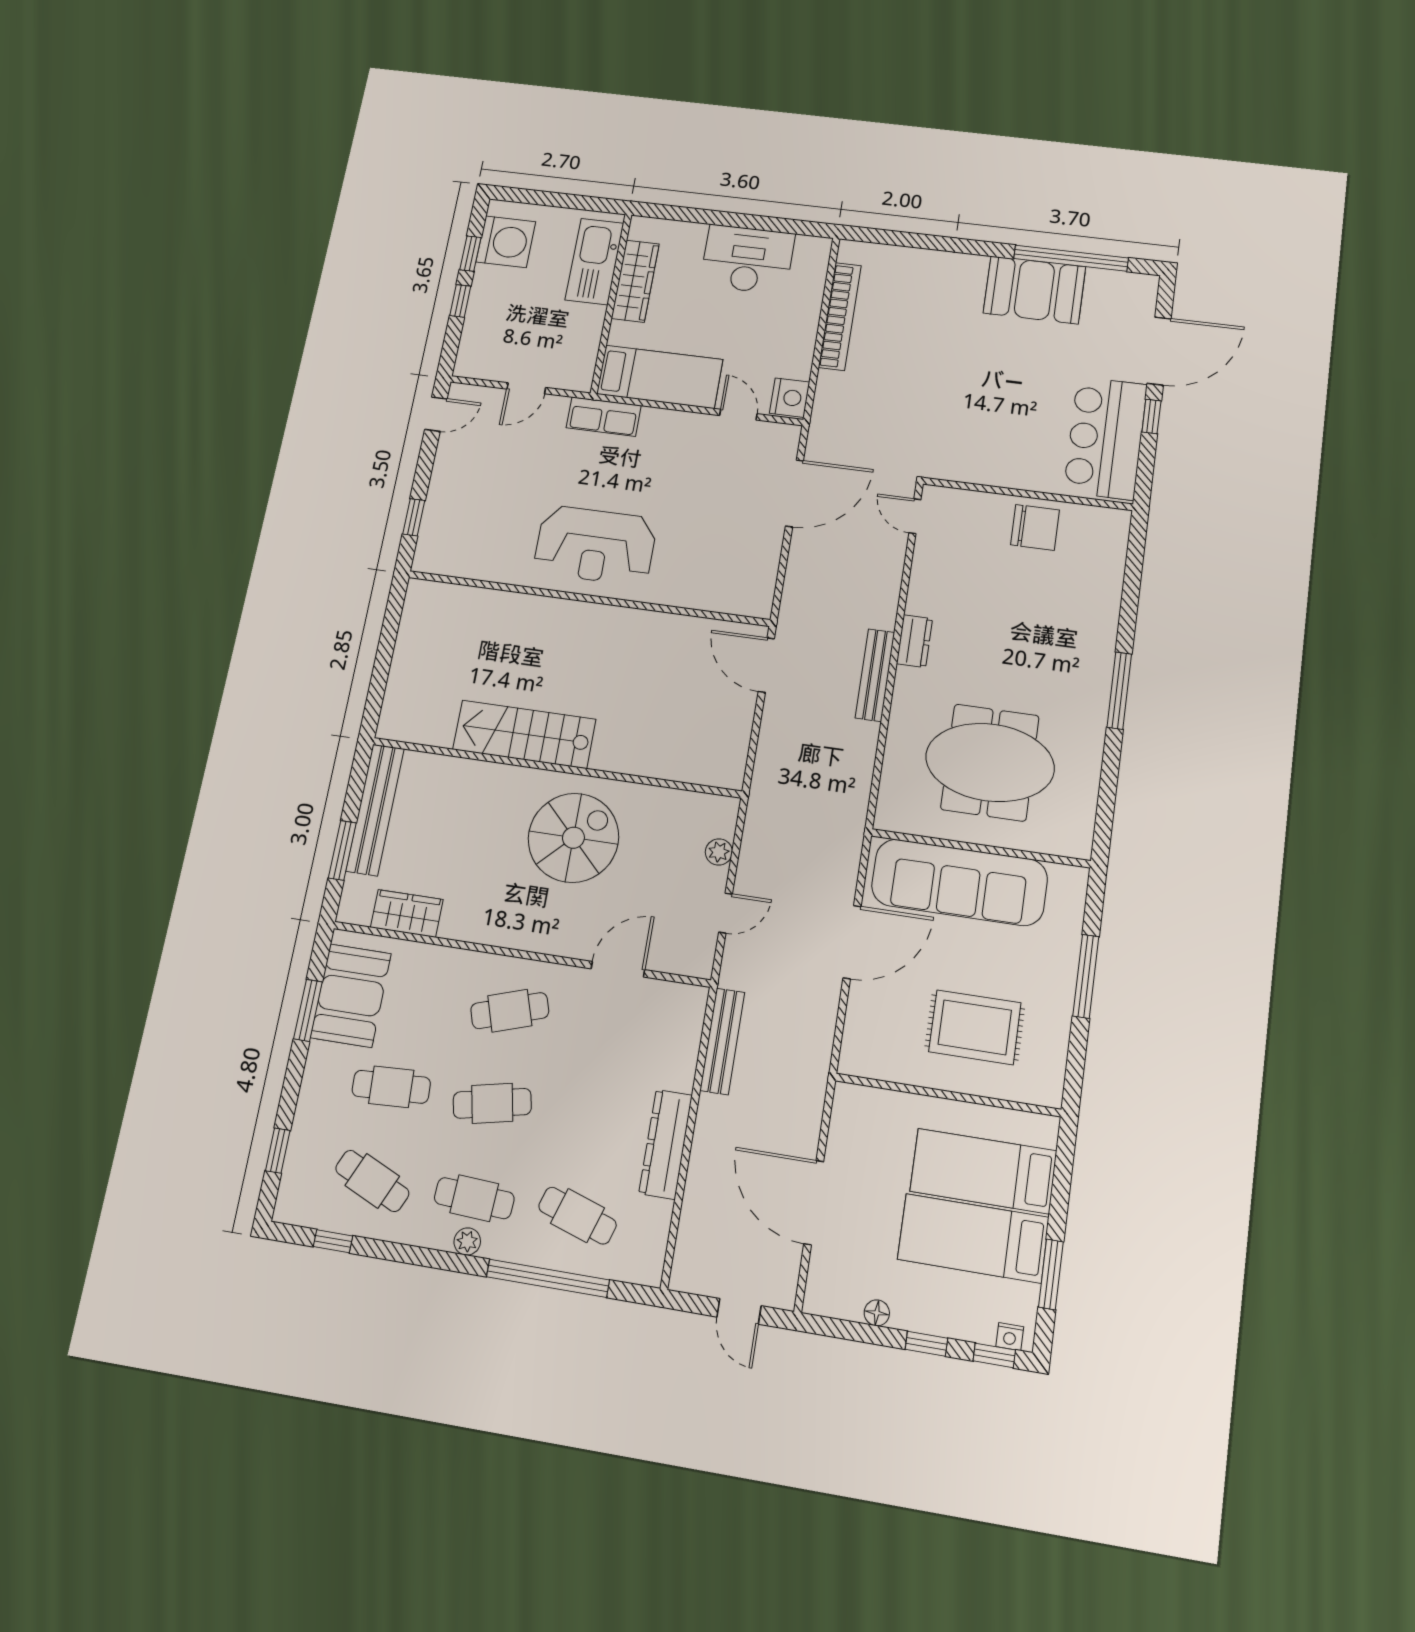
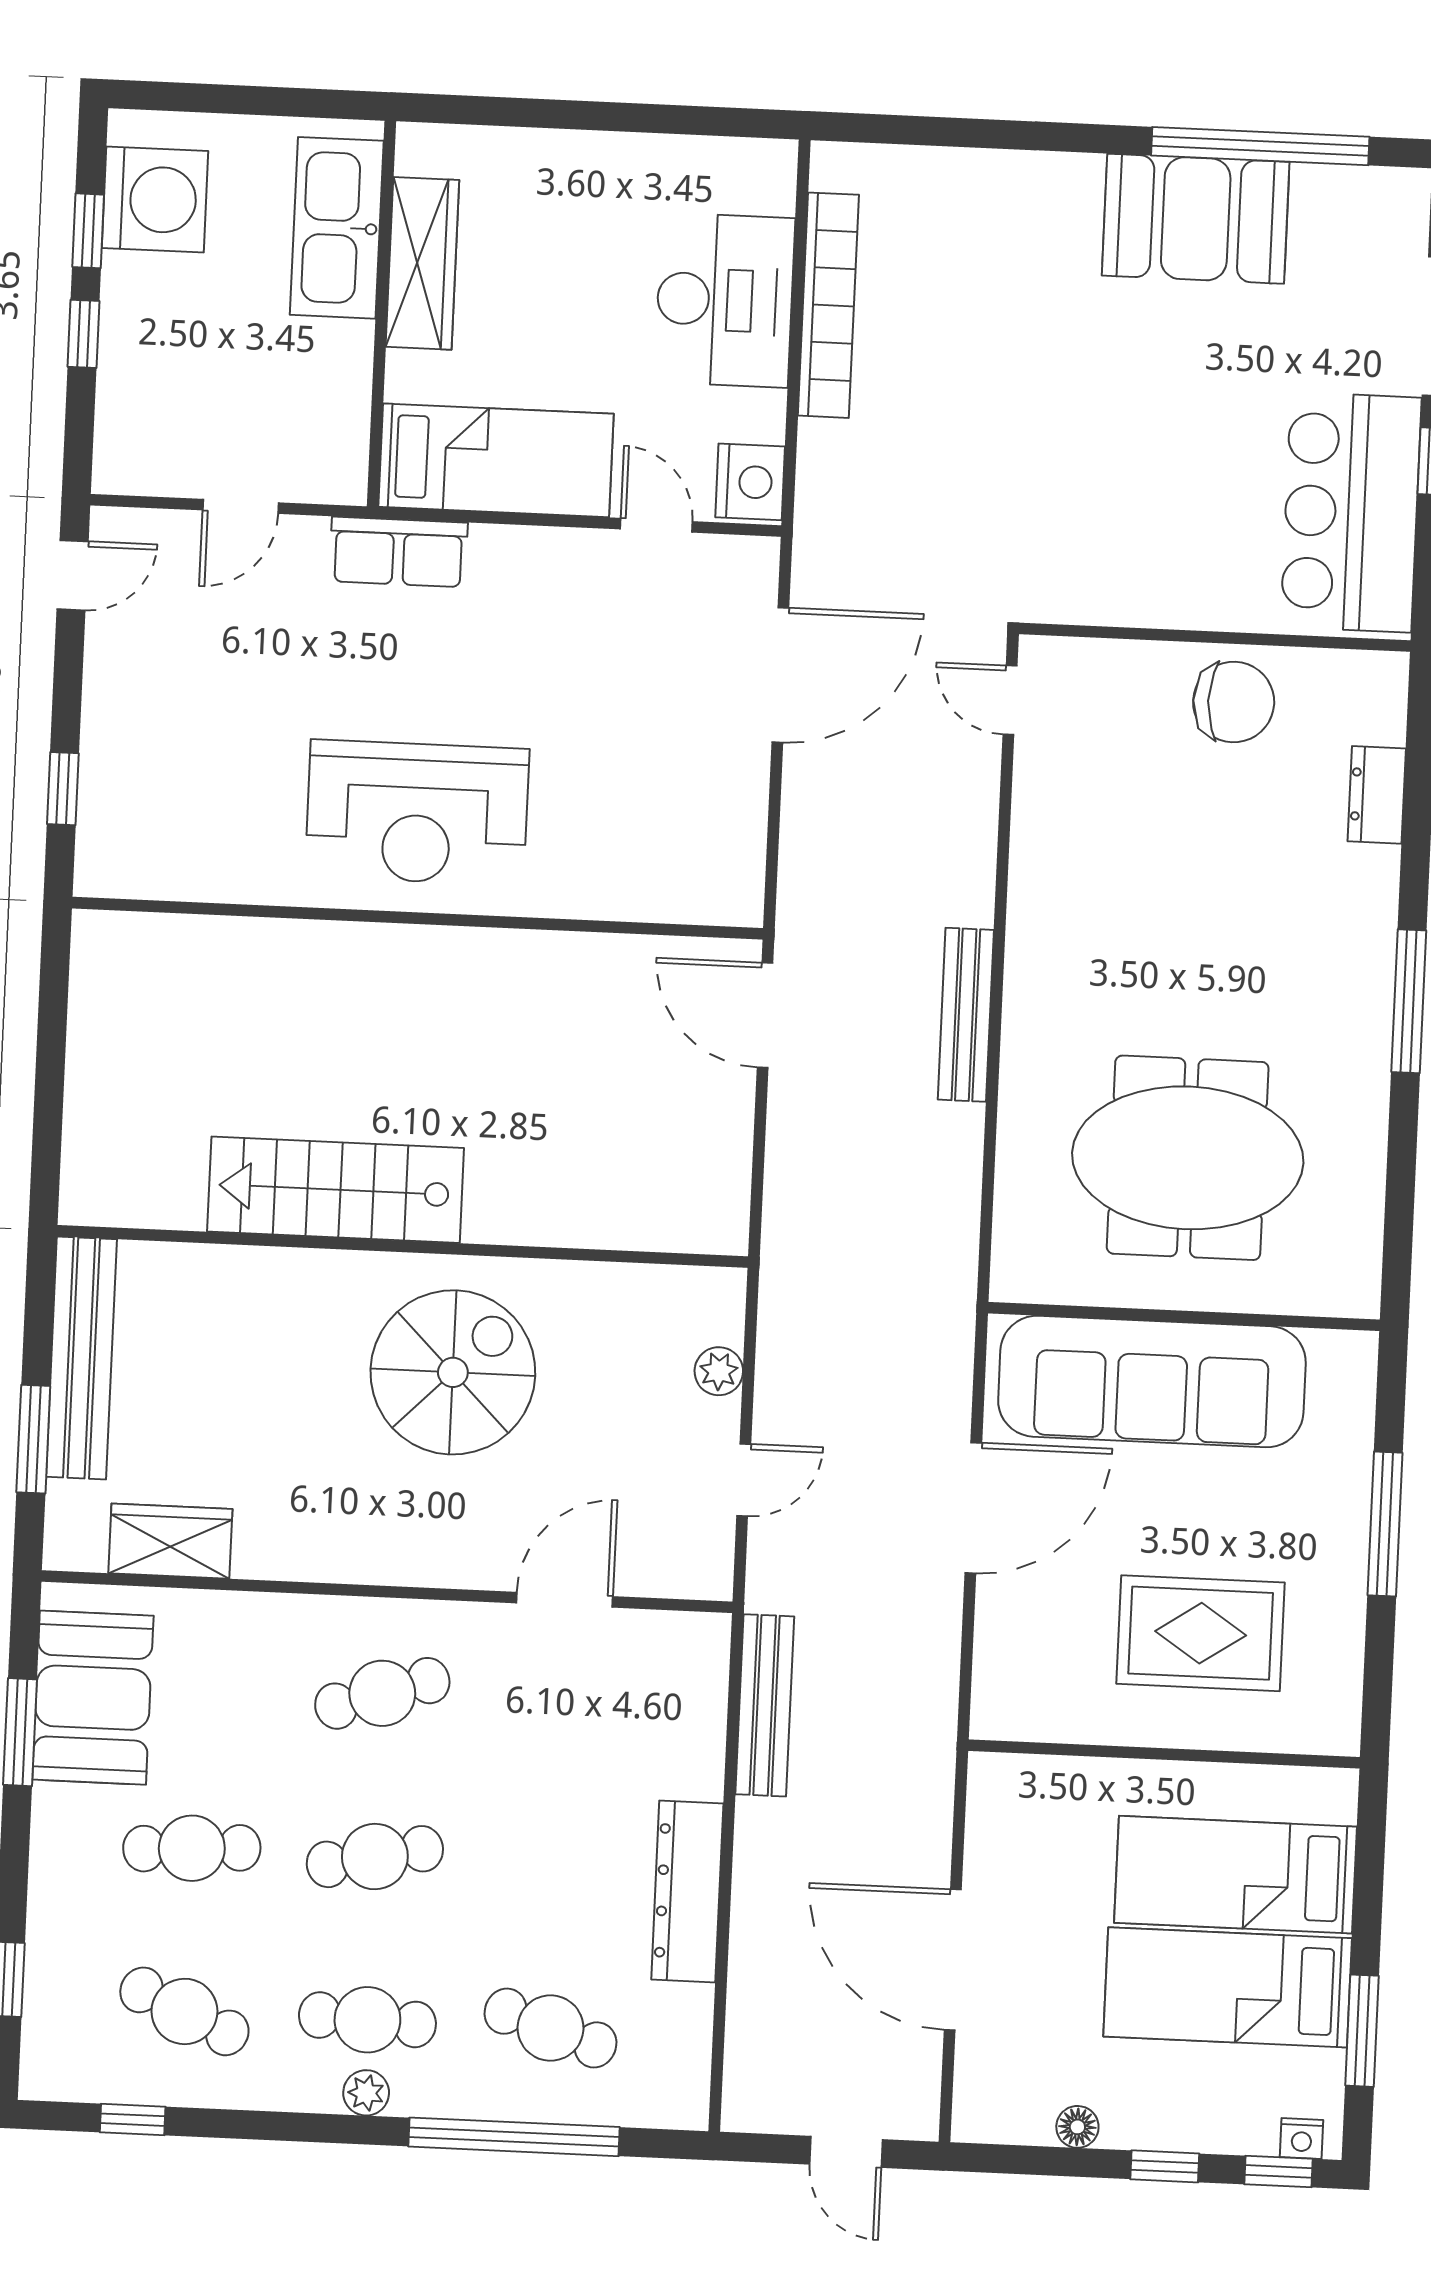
desk: (747, 259) -> (725, 300), moved, turned 90
dresser: (914, 641) -> (1377, 795), moved, turned 180

